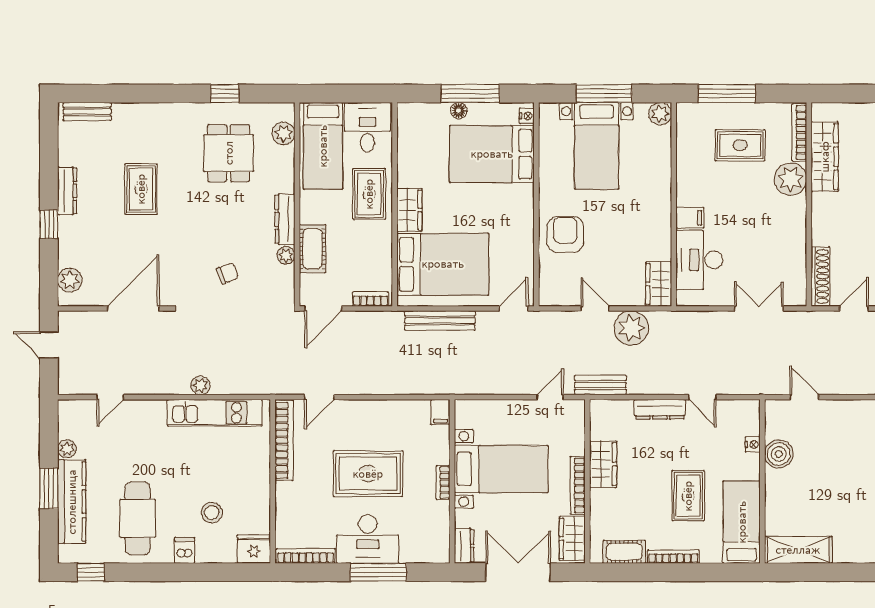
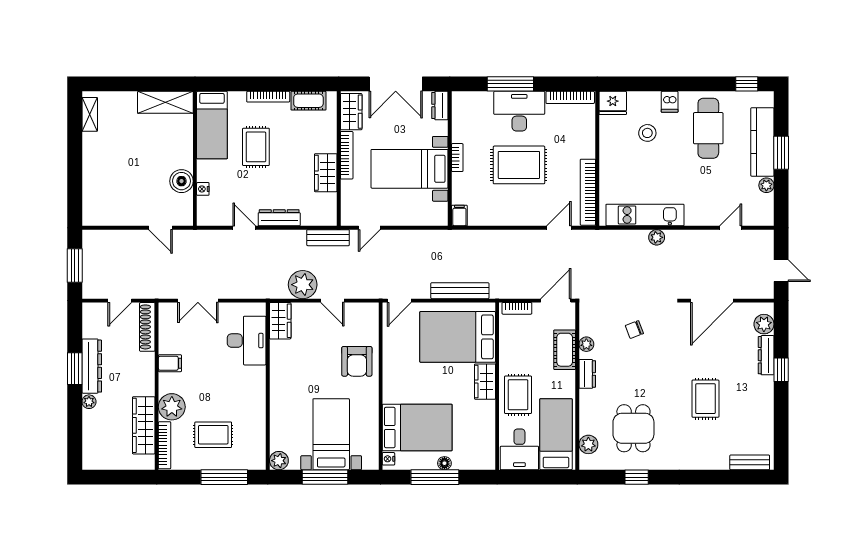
dresser: (67, 191) -> (766, 355), moved
filing cabinet: (690, 218) -> (170, 363), moved, turned 180
dresser: (285, 219) -> (587, 374), width x0.70

